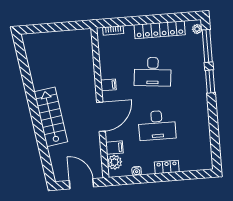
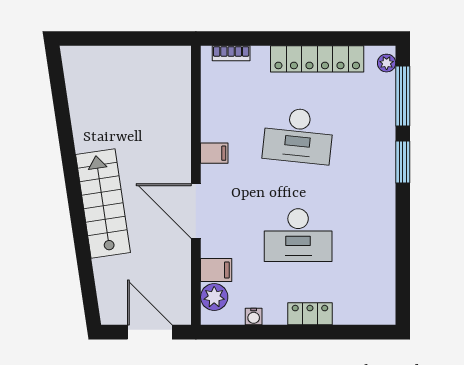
door: (101, 117) -> (196, 211), swing flipped

